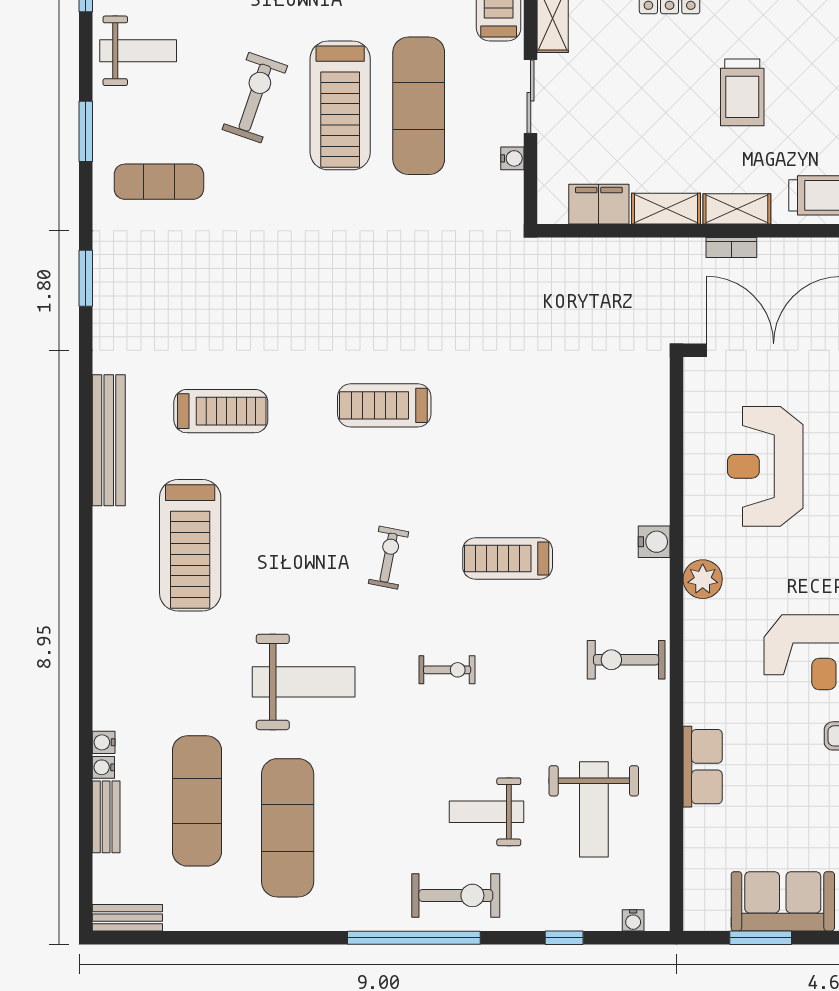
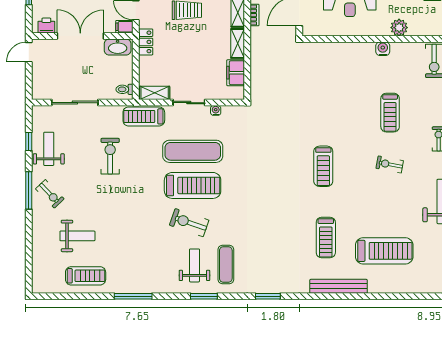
weight bench: (138, 51) -> (194, 265), moved
treadmill: (221, 411) -> (326, 237), turned 180

